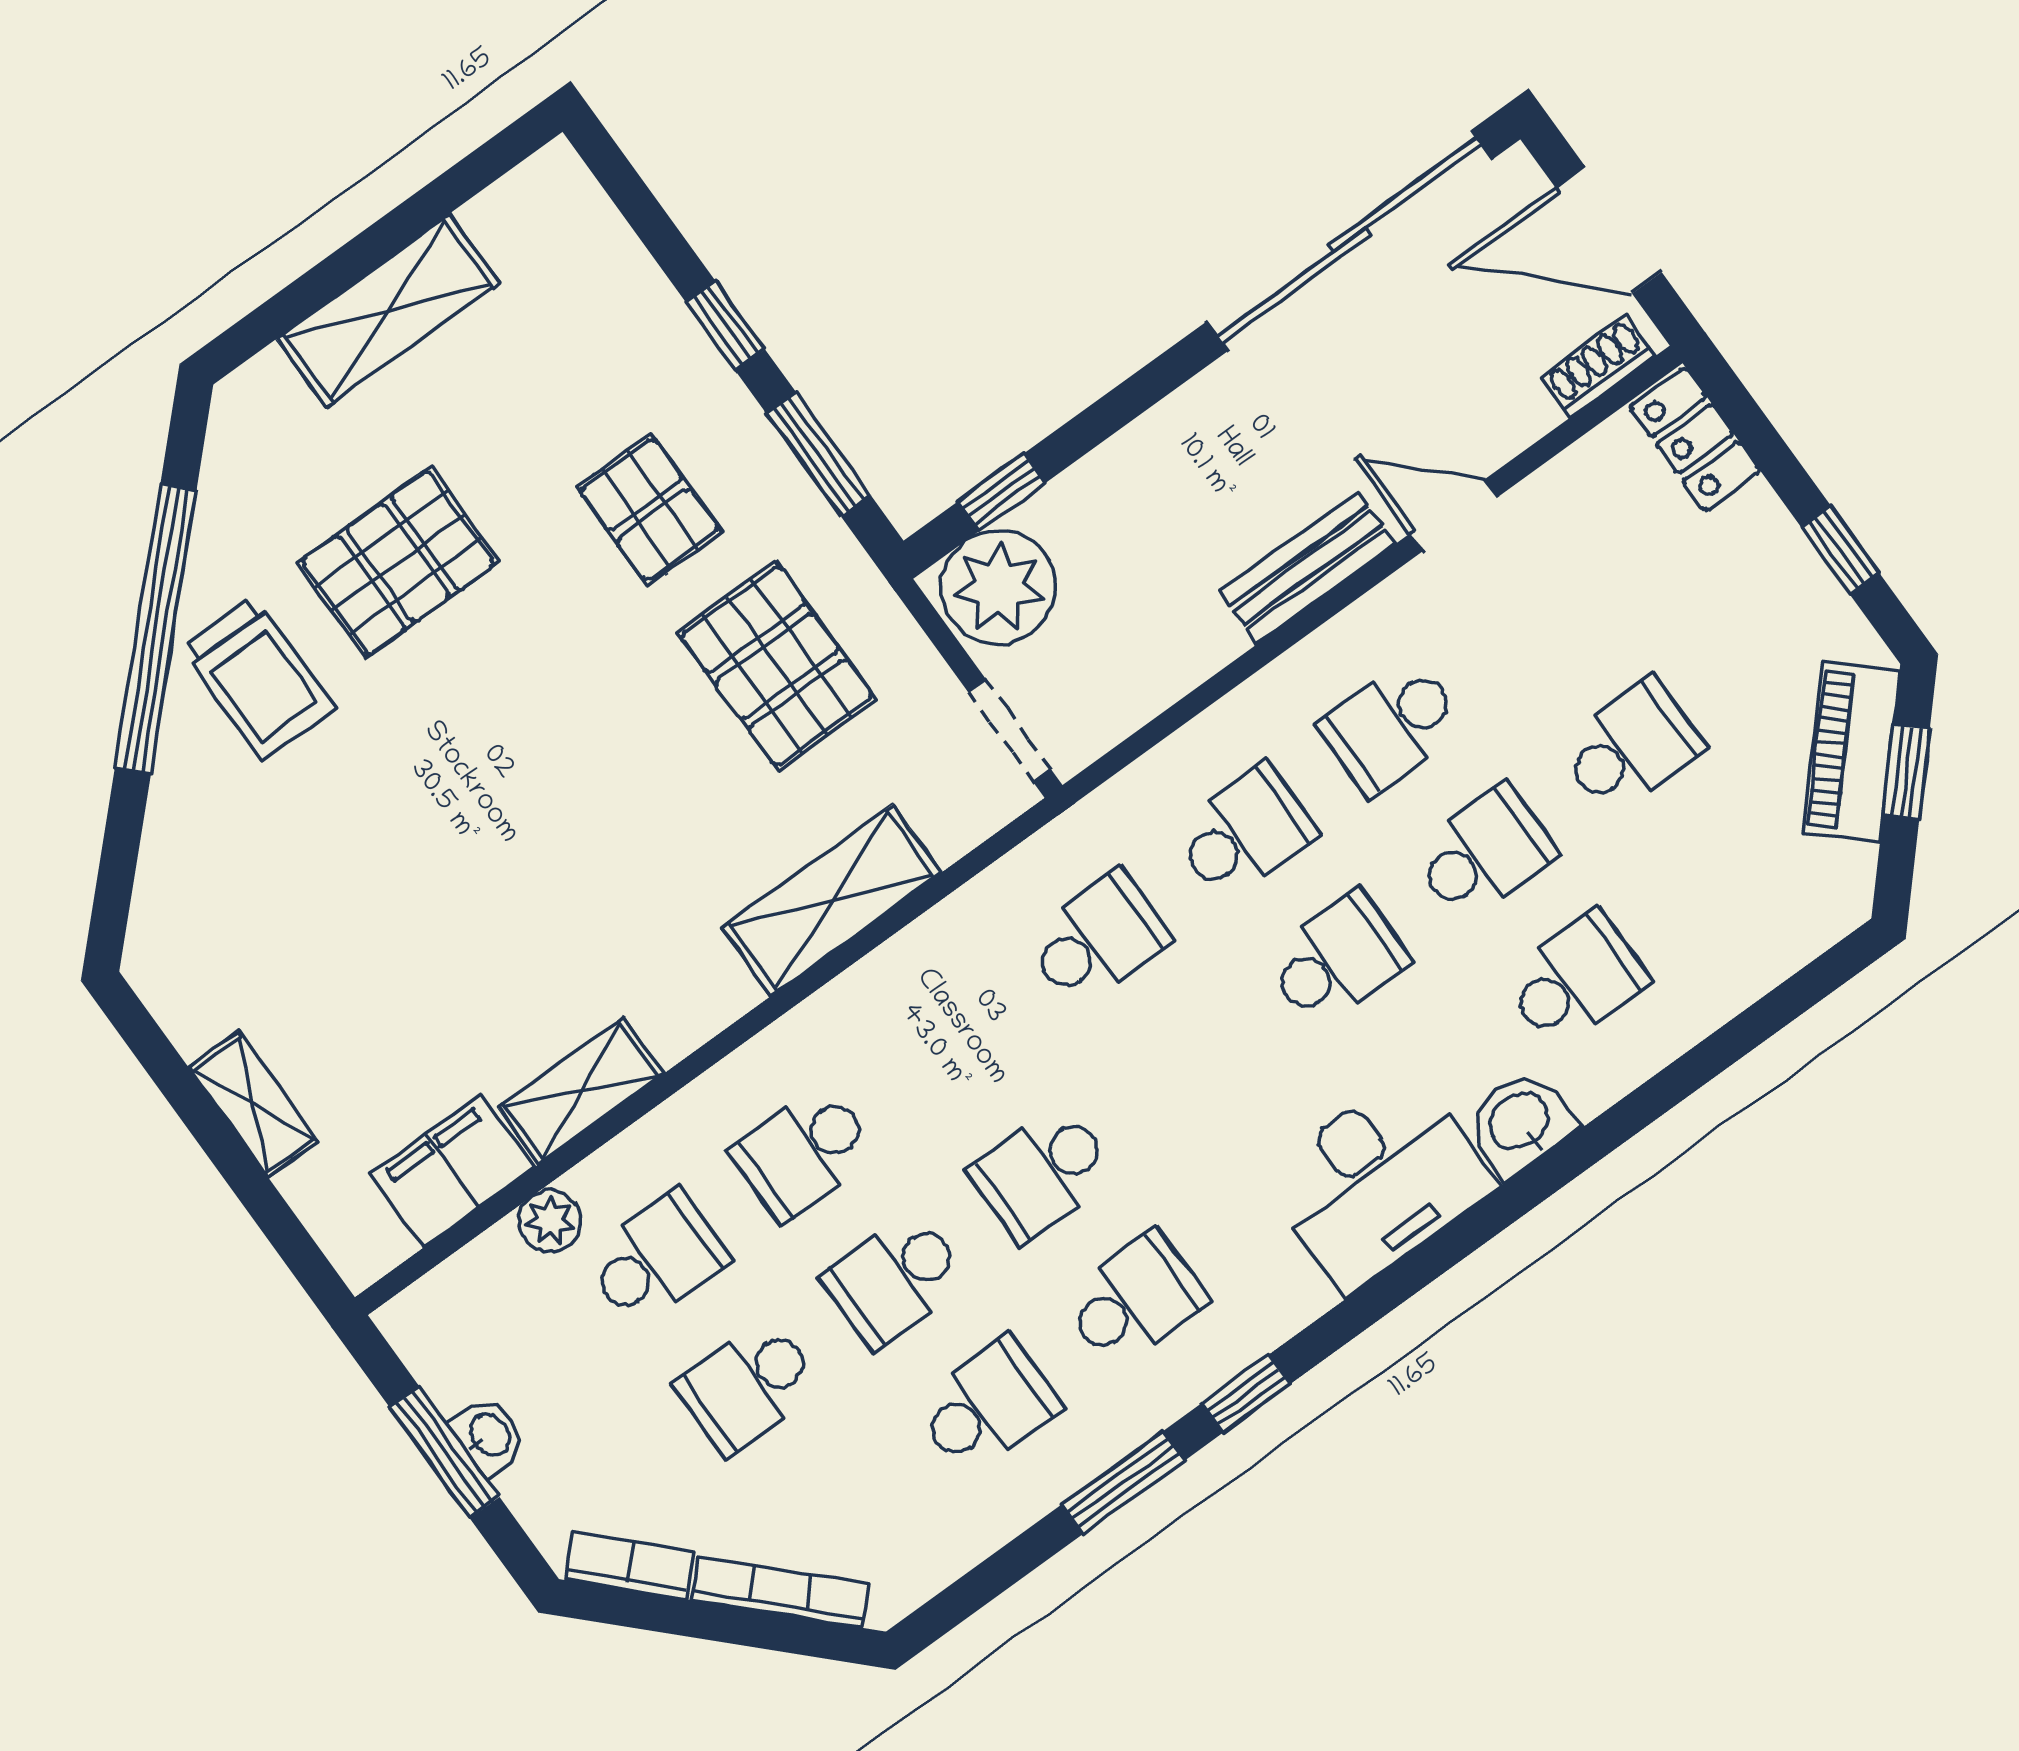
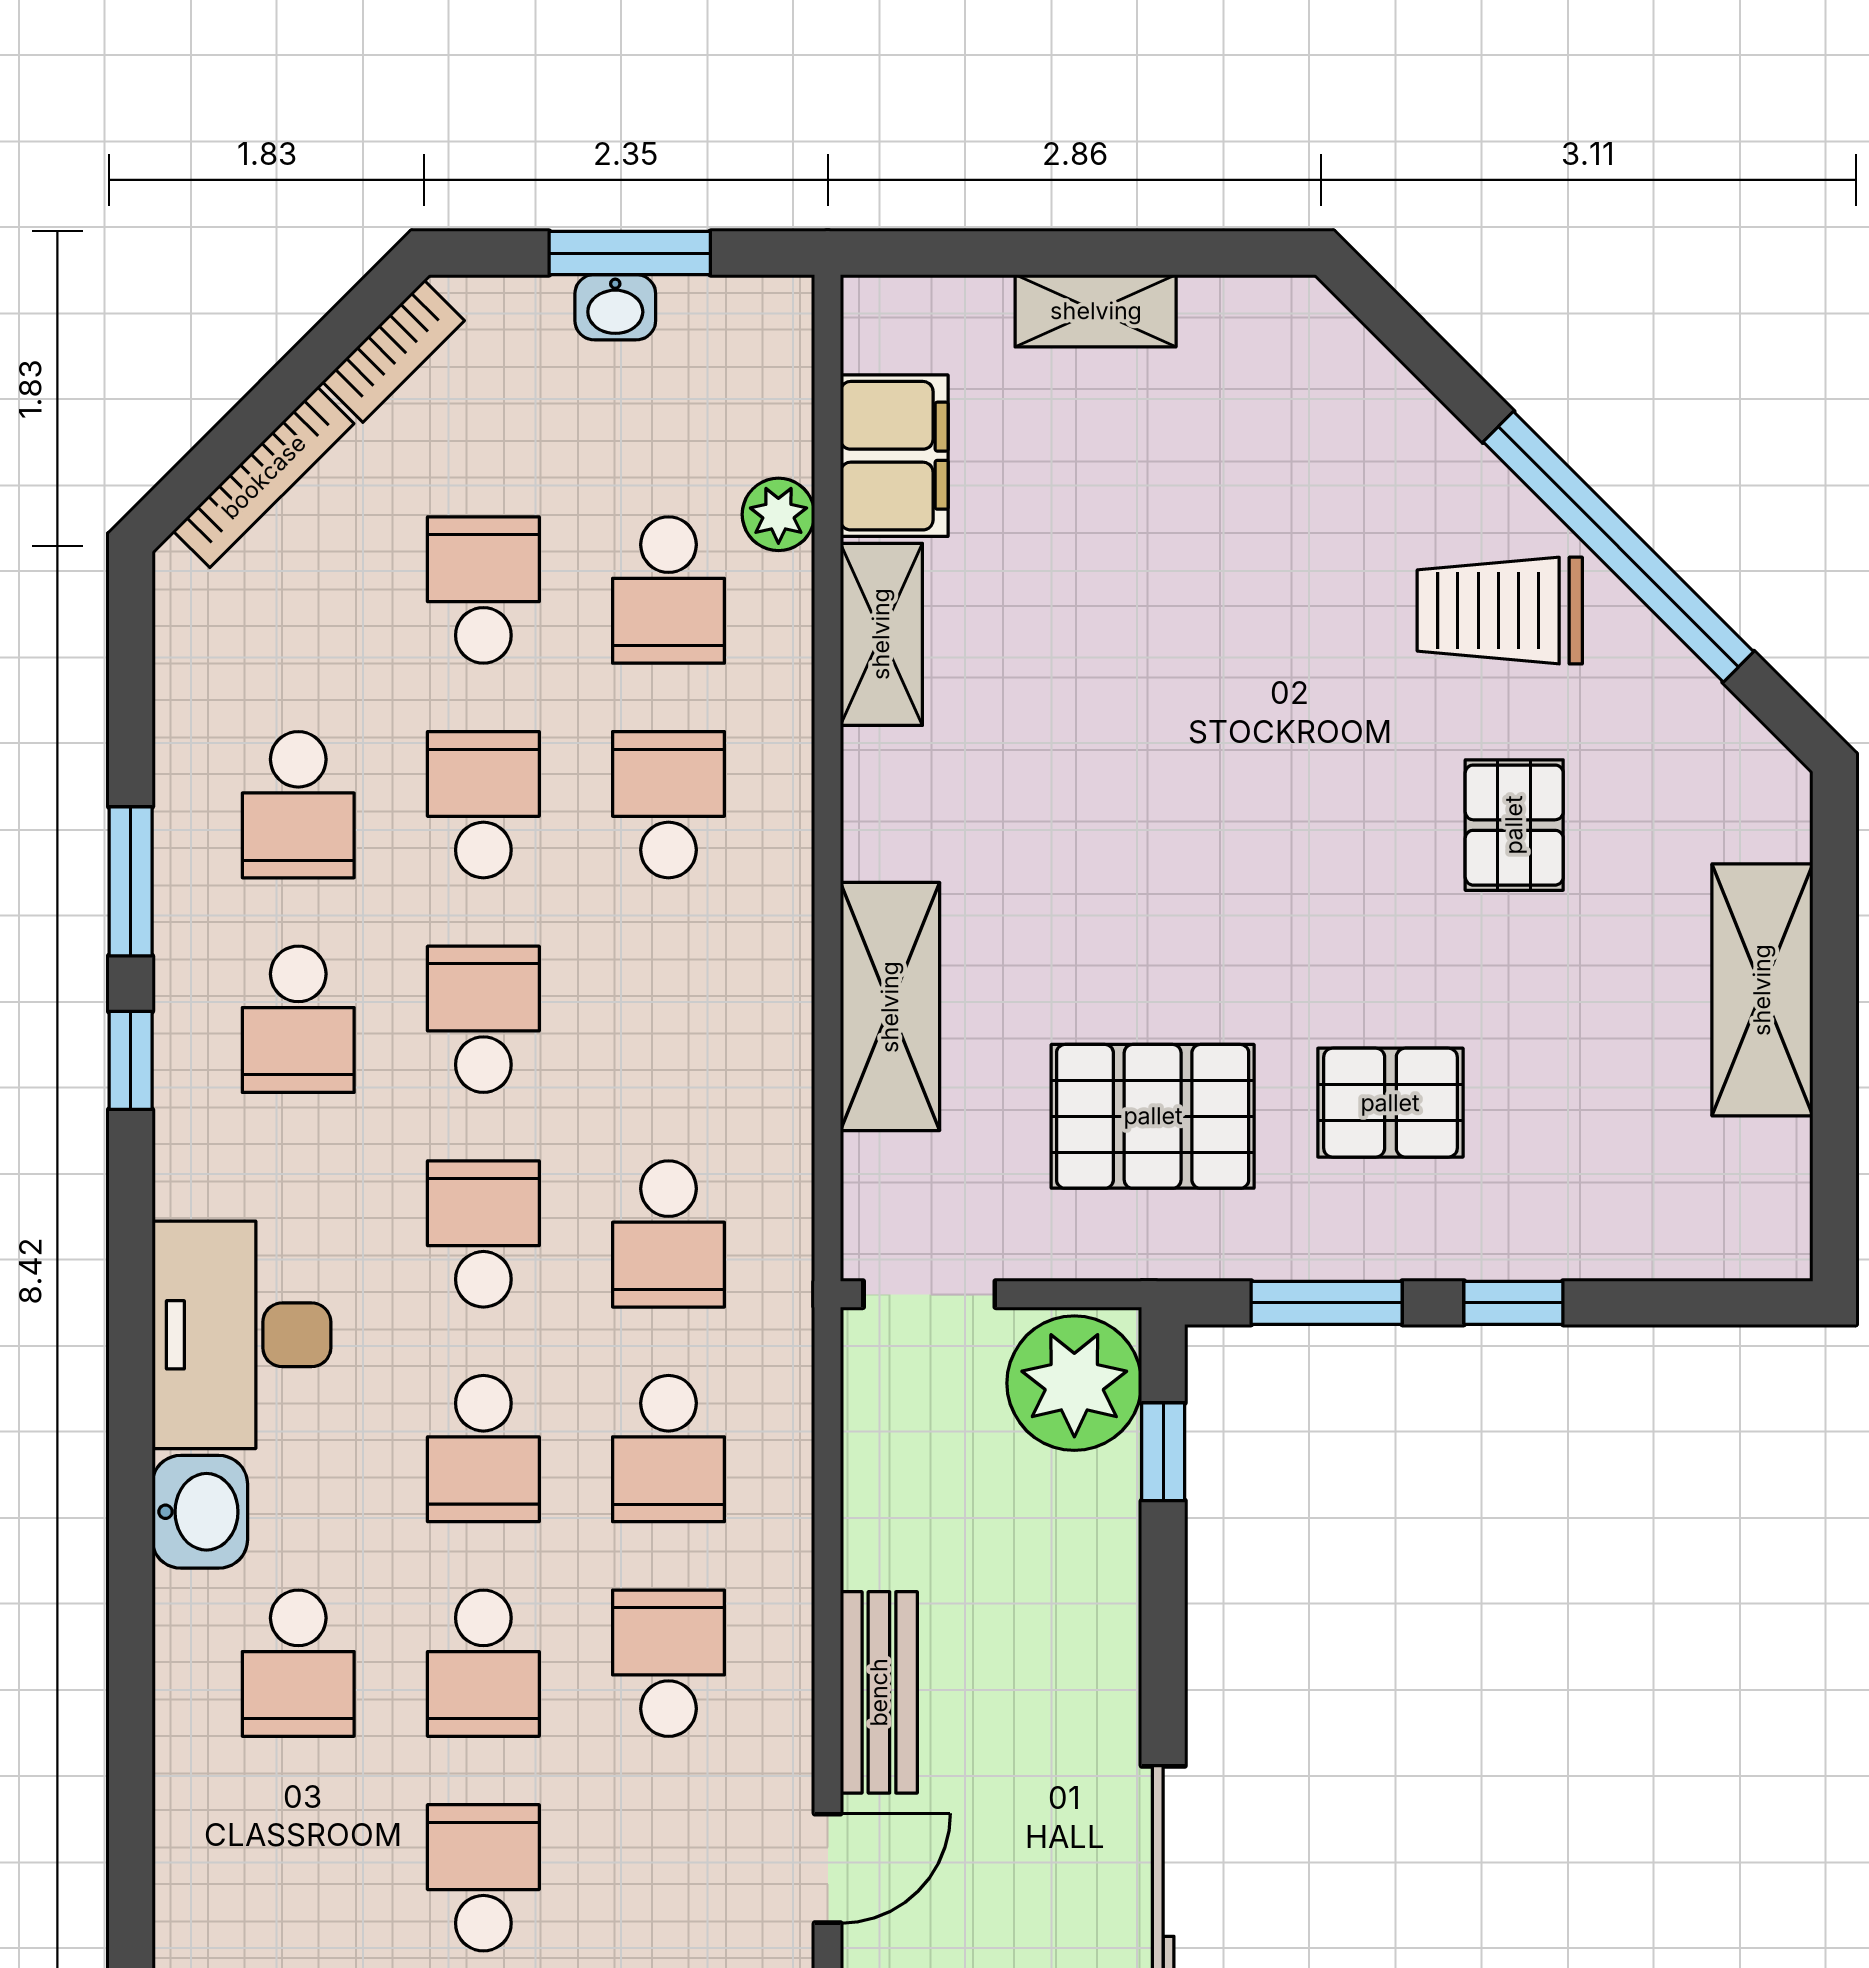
pallet: (398, 563) -> (1514, 825), width x0.67, depth x0.71
school desk: (1631, 747) -> (483, 1878), turned 180
school desk: (1189, 1066) -> (483, 1234), added

